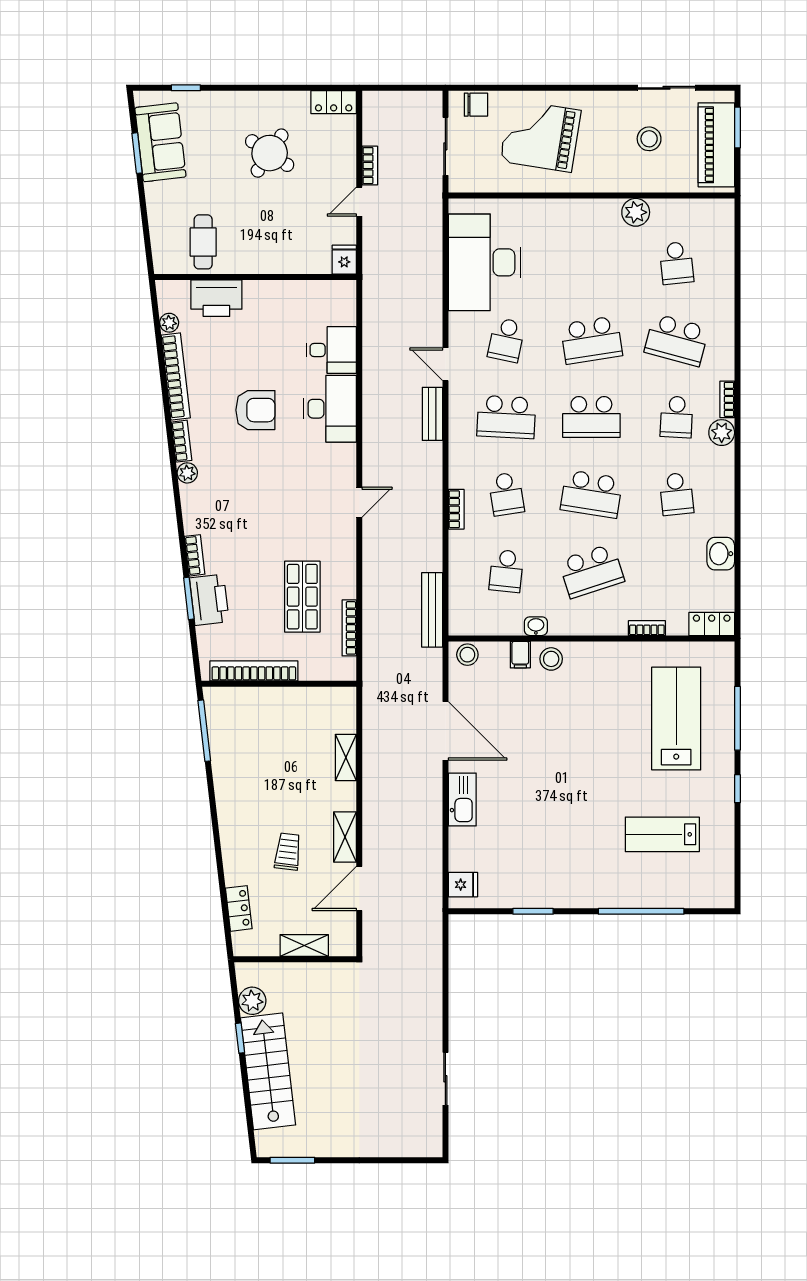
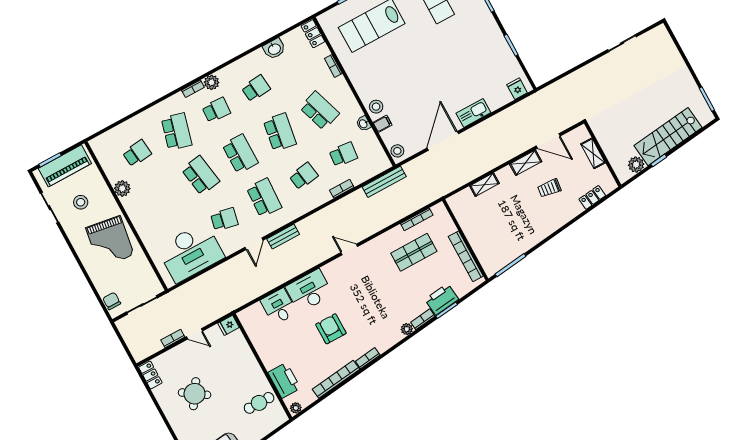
grand piano: (541, 136) -> (110, 241), moved
plant: (169, 323) -> (296, 408), moved
plant: (187, 473) -> (407, 329), moved
bookcase: (456, 509) -> (342, 189), moved

